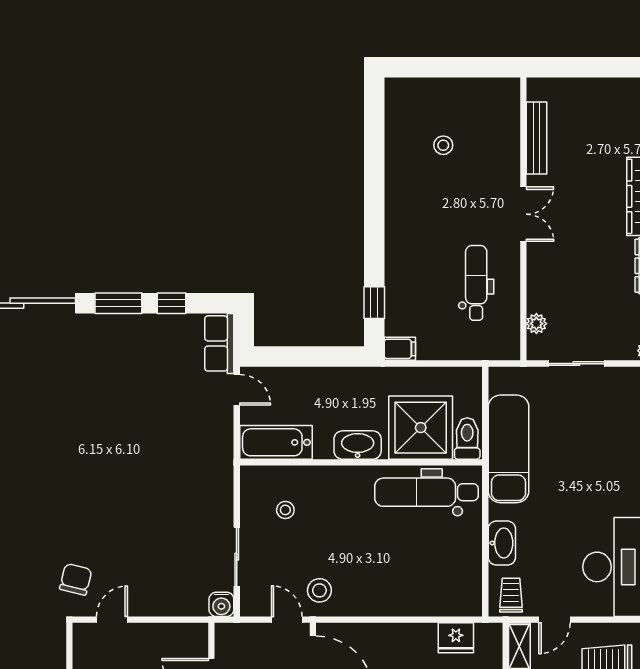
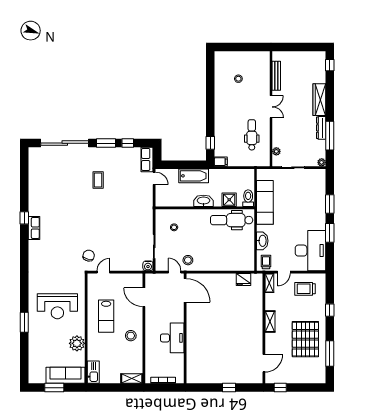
coffee table: (99, 394) -> (98, 180), added
shower: (421, 428) -> (229, 200), width x0.54, depth x0.54
bathtub: (276, 442) -> (194, 176), moved, turned 180

